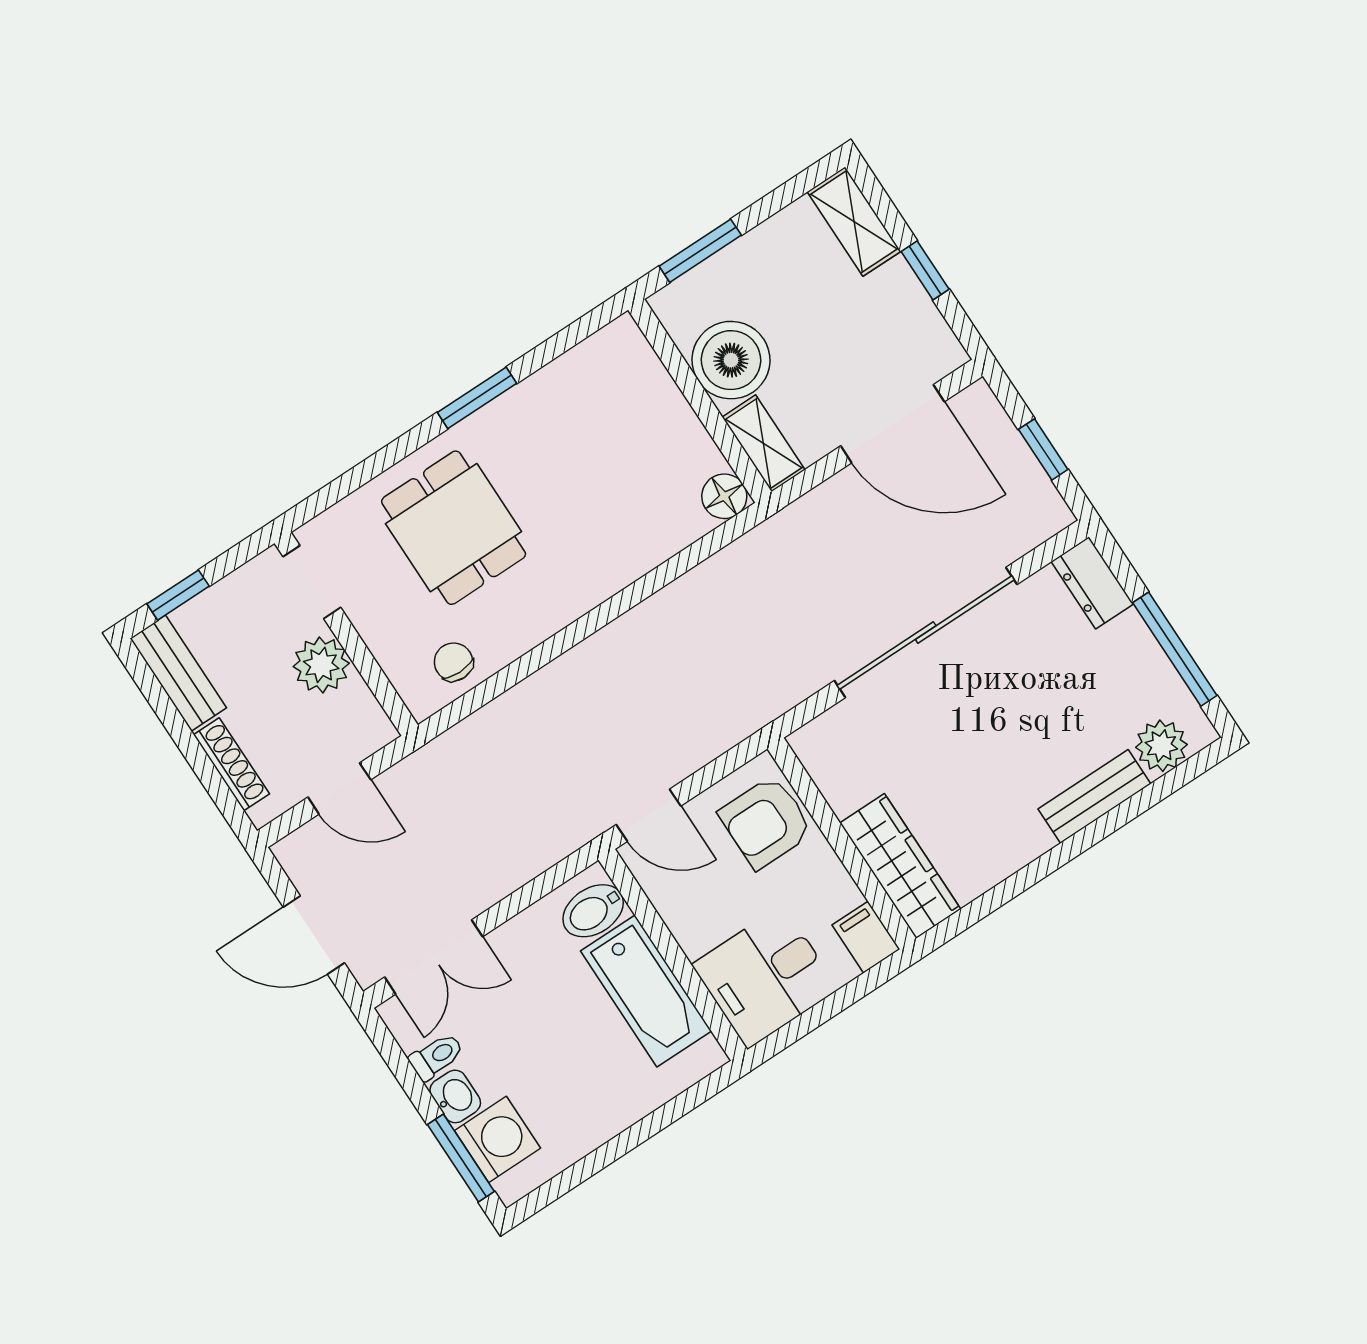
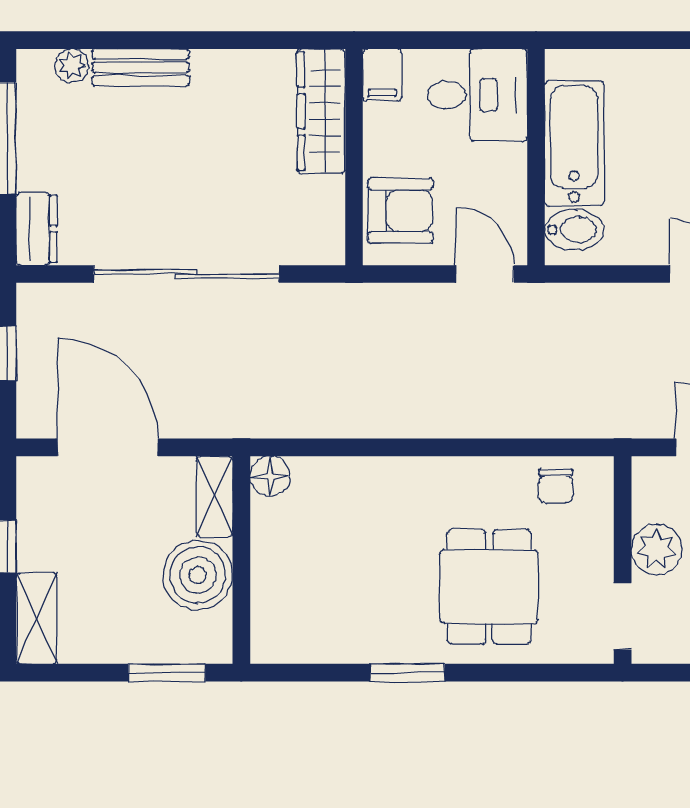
plant: (1161, 746) -> (72, 66), width x0.73, depth x0.73

